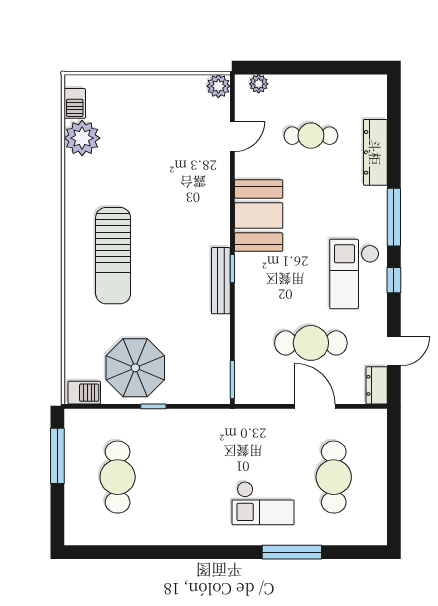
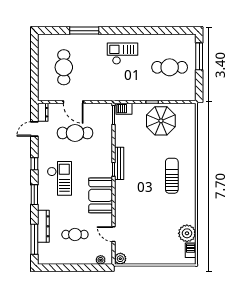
window: (394, 126) -> (34, 239), added
door: (232, 136) -> (113, 234), hinge flipped
window: (394, 217) -> (34, 195), width x0.69
sun lounger: (113, 256) -> (172, 176), width x0.73, depth x0.75
checkout: (354, 274) -> (59, 178), moved
barbecue: (84, 393) -> (124, 109), moved
window: (57, 456) -> (199, 56), moved
cafe table: (118, 477) -> (170, 67), turned 90
checkout: (263, 503) -> (123, 54), moved

